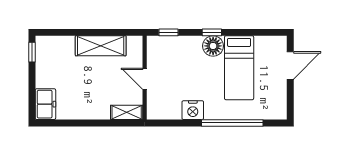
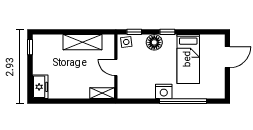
side table: (158, 46) -> (126, 42), added
floor lamp: (213, 46) -> (154, 42), moved
nightstand: (193, 110) -> (164, 91), moved

